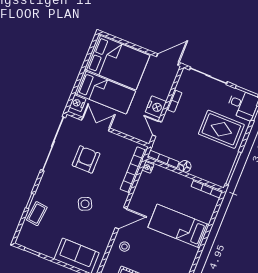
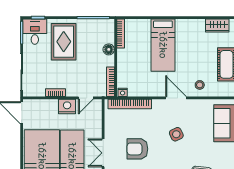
floor lamp: (185, 166) -> (109, 49), moved

